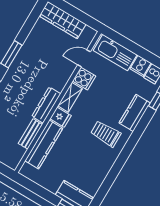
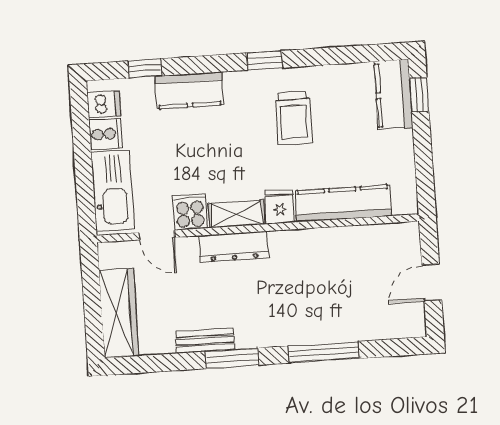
dresser: (46, 105) -> (234, 247), moved
bench: (30, 134) -> (205, 341), moved
trolley: (106, 134) -> (293, 118), moved
window: (126, 153) -> (265, 60), added

